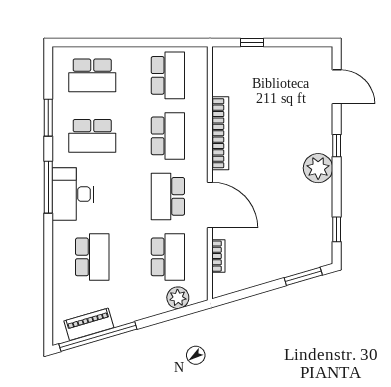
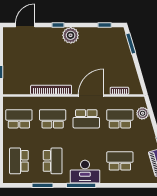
school desk: (92, 75) -> (19, 161), turned 180

